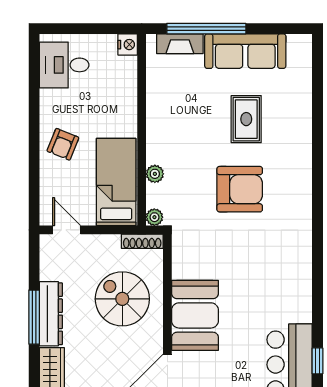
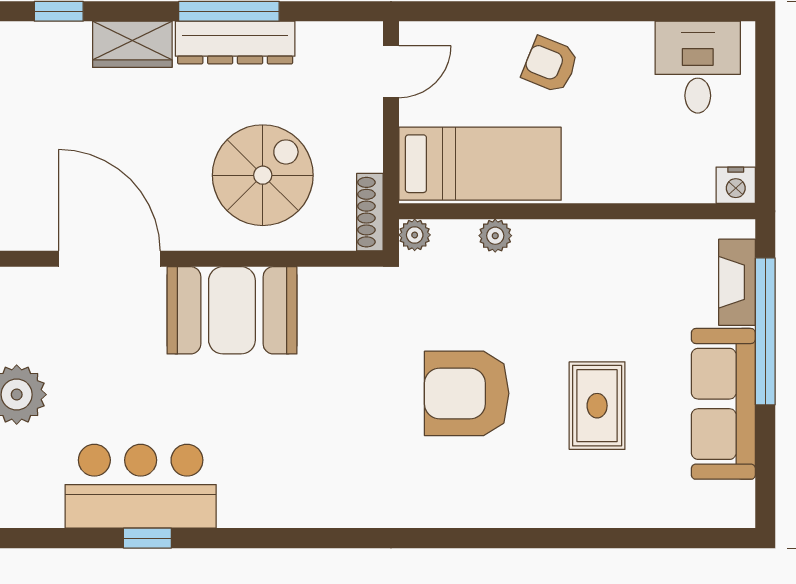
rug: (246, 119) -> (597, 406), turned 90
armchair: (240, 189) -> (467, 393), turned 90

